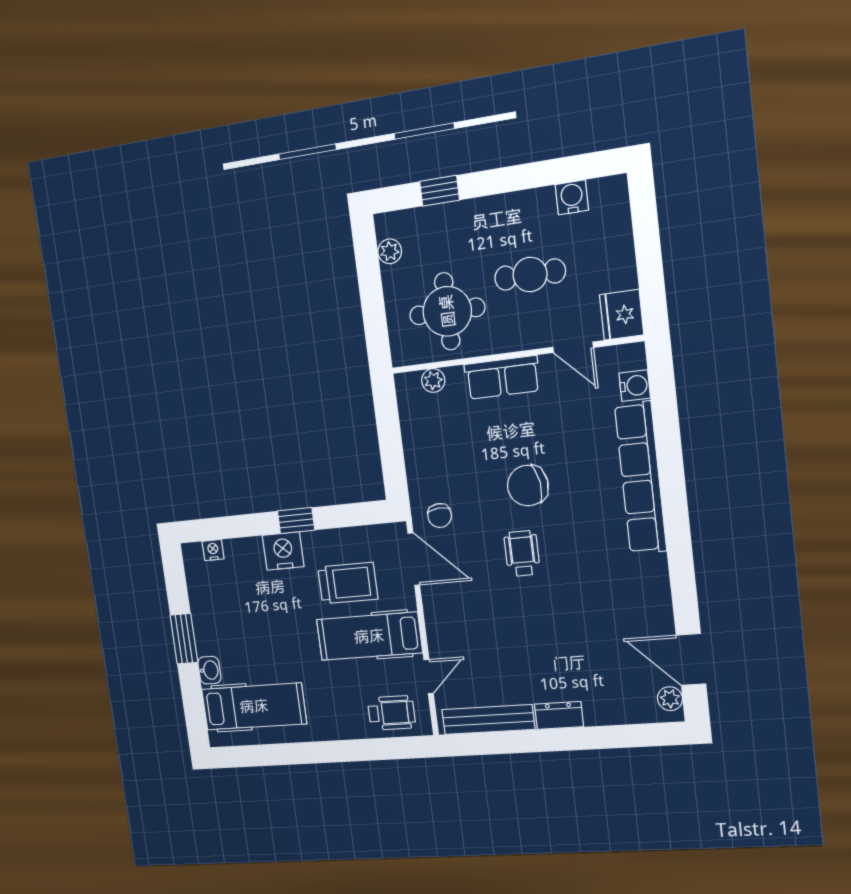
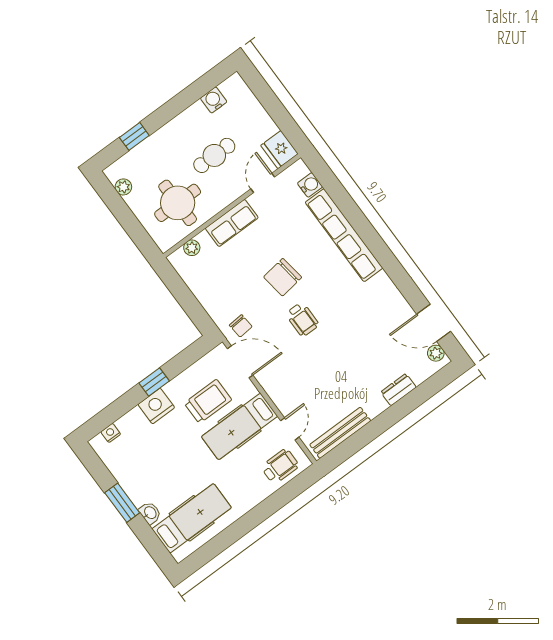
door: (573, 347) -> (263, 183), swing flipped
wheelchair: (522, 553) -> (302, 319), turned 180
dresser: (559, 715) -> (398, 390), moved

